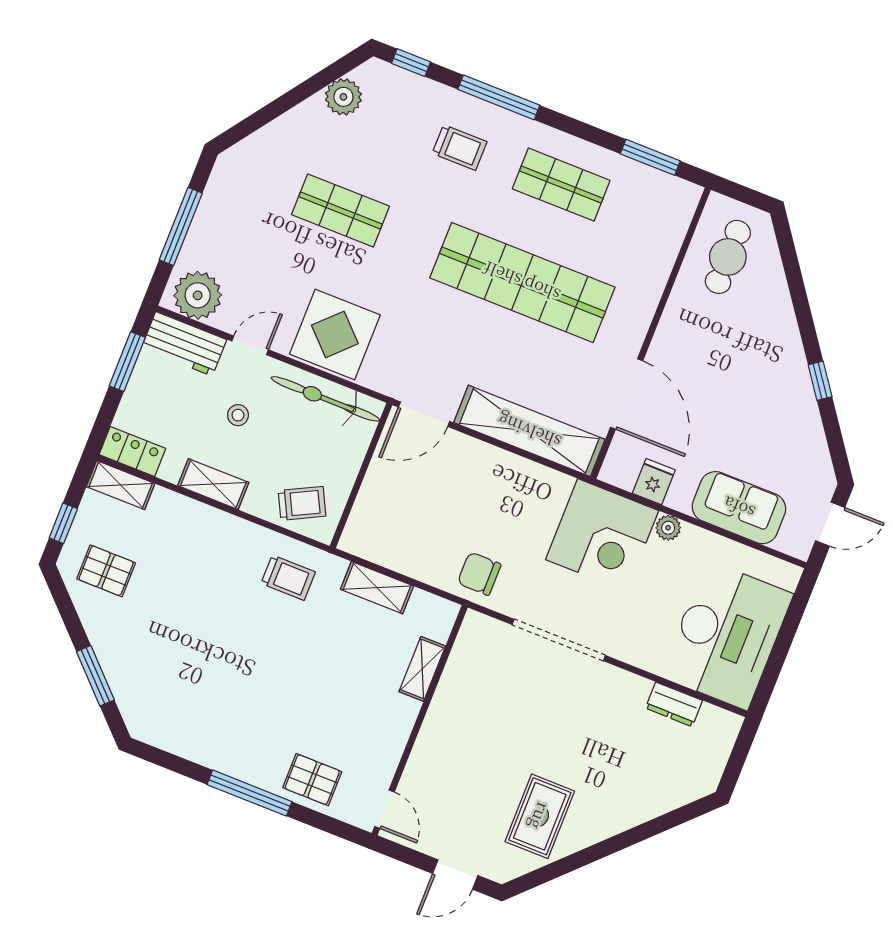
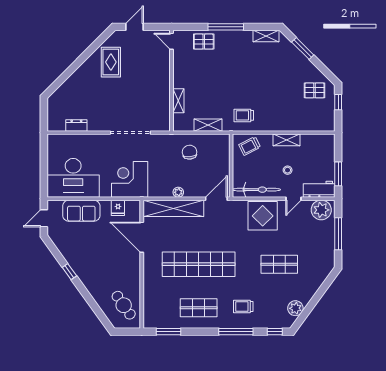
cafe table: (728, 257) -> (124, 305), turned -35
locker: (132, 452) -> (323, 140), removed
shelving: (121, 485) -> (266, 36), moved
plant: (668, 528) -> (178, 192), moved
chair: (479, 574) -> (190, 152), moved, turned -95
desk: (727, 635) -> (73, 178), moved, turned -90

